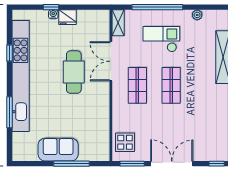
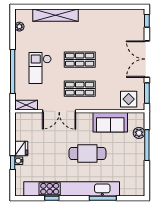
plant: (197, 15) -> (19, 27), moved
cafe table: (74, 72) -> (87, 153), moved
sofa: (58, 150) -> (110, 122), moved, turned -90
plant: (86, 154) -> (139, 133), added

